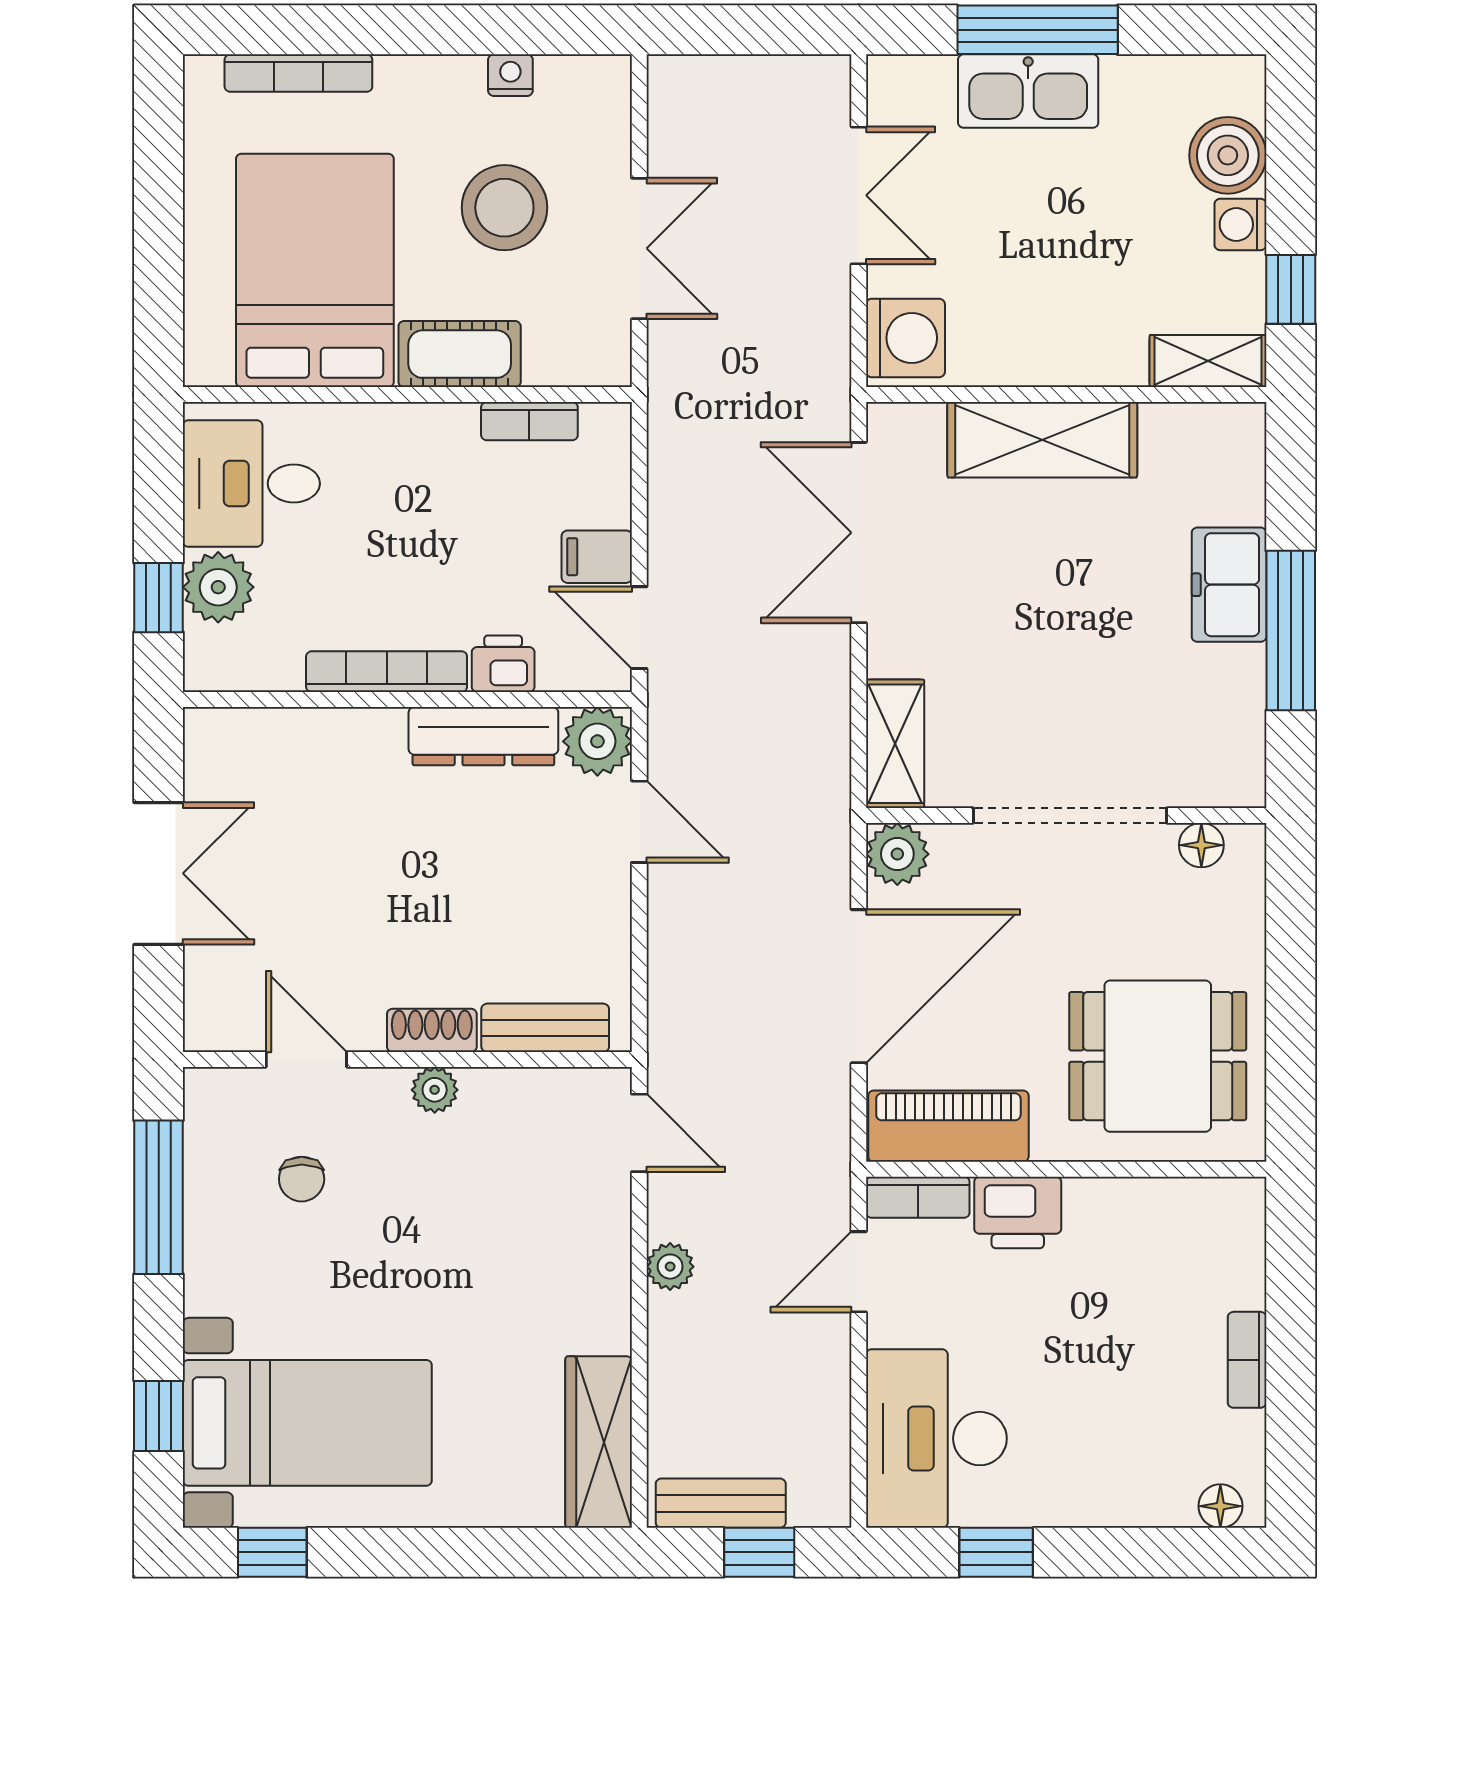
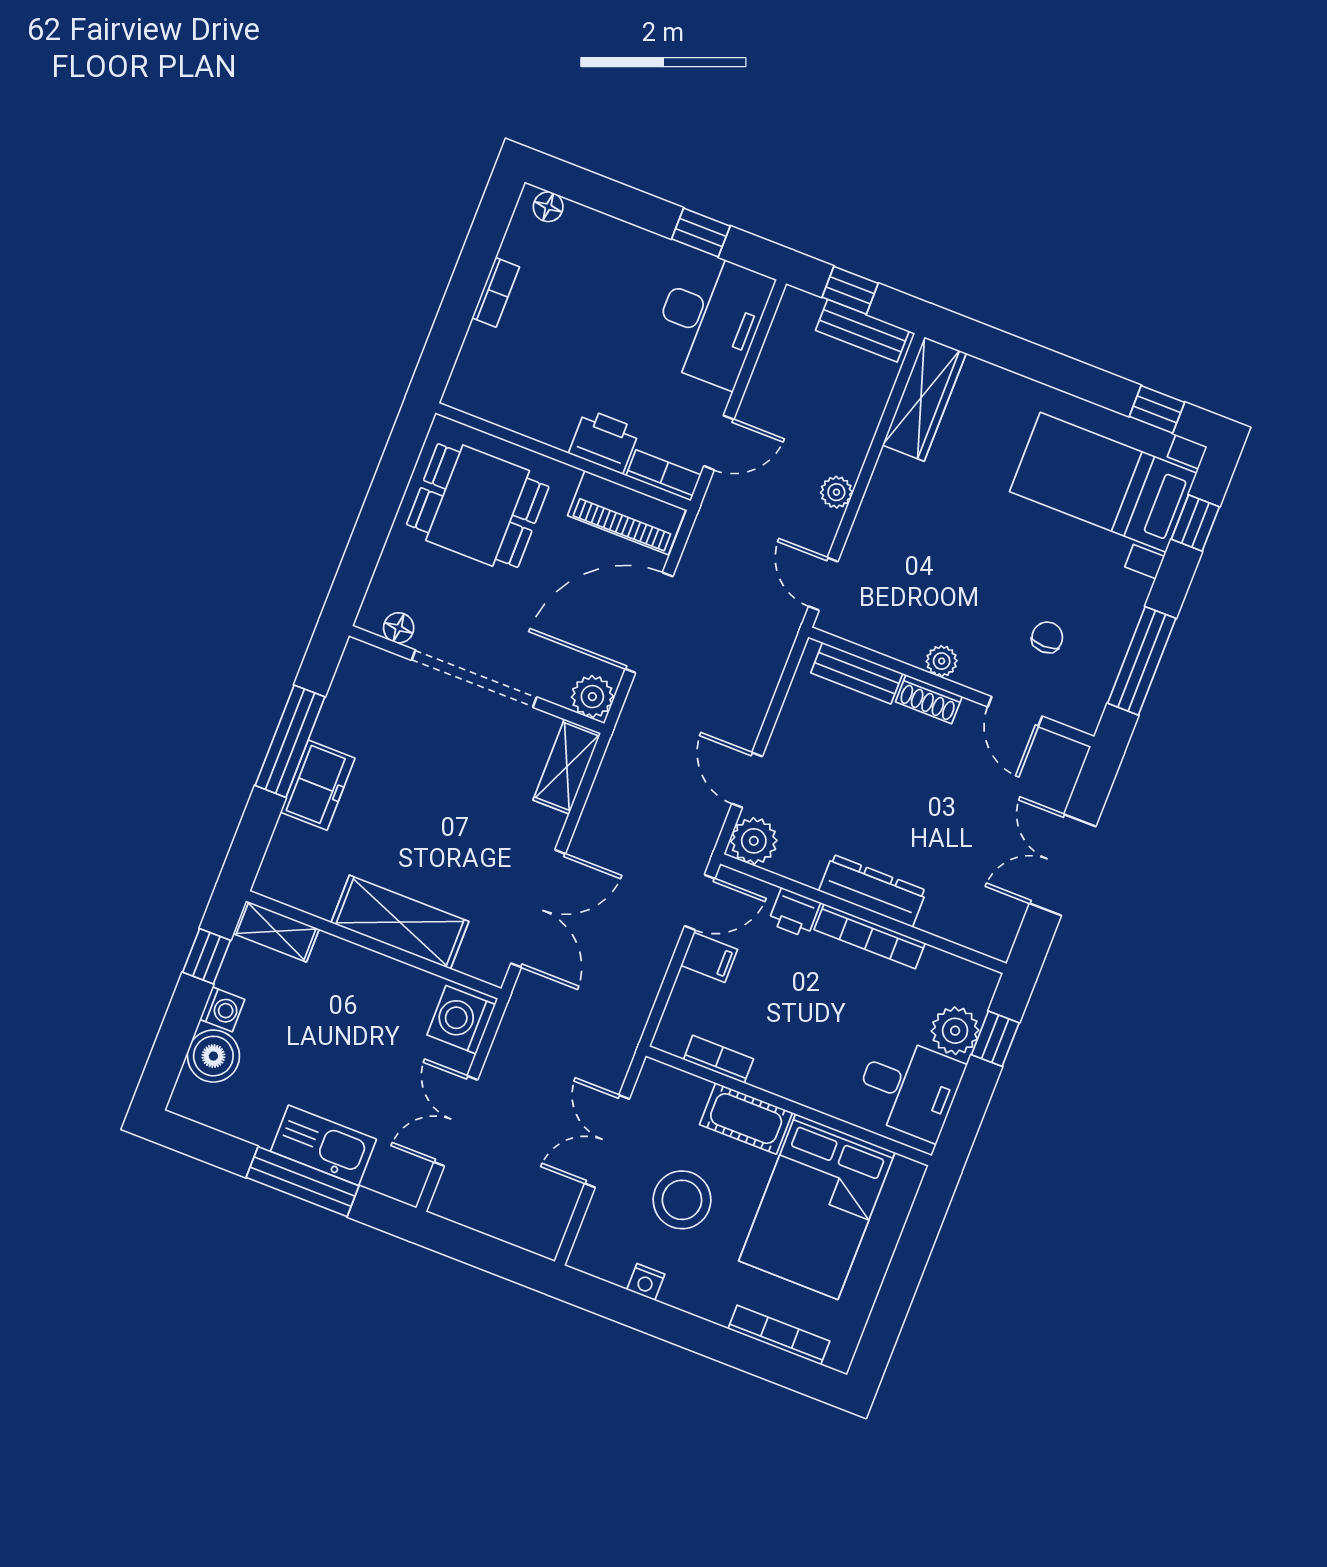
door: (639, 628) -> (700, 902), hinge flipped
dresser: (483, 736) -> (873, 891), moved

